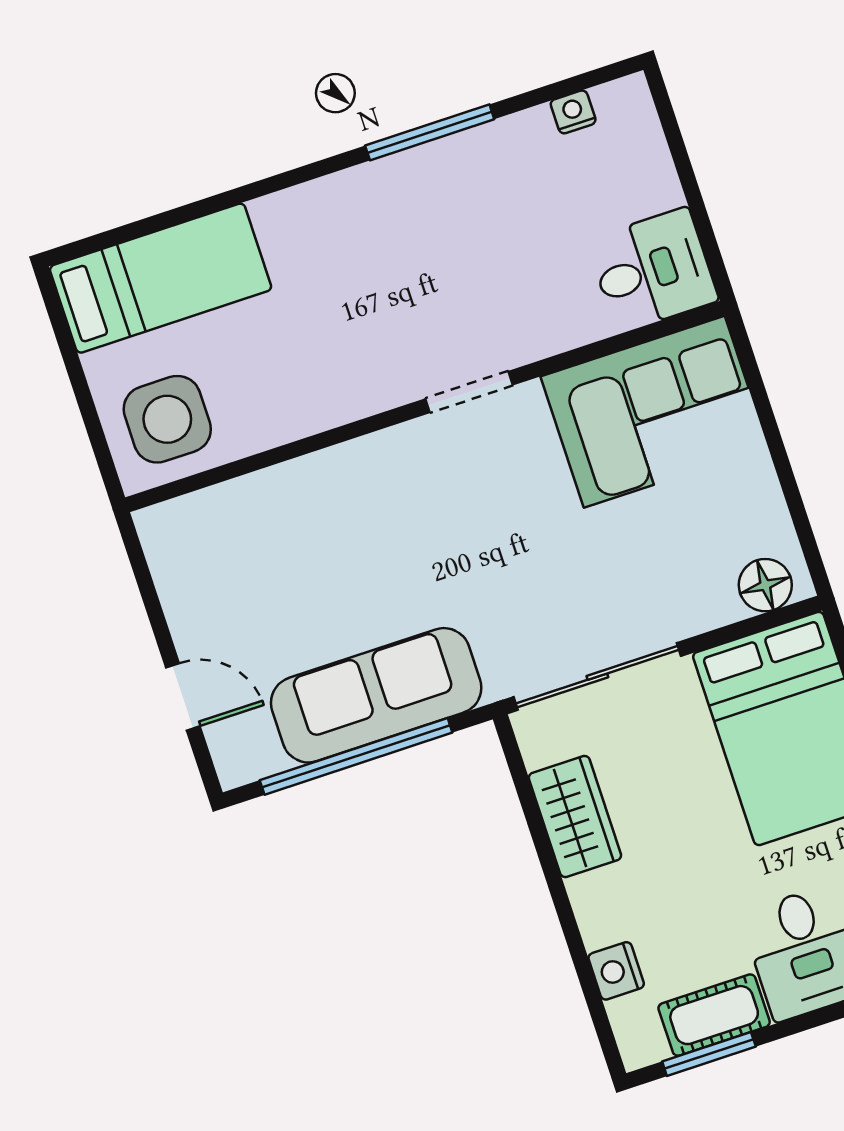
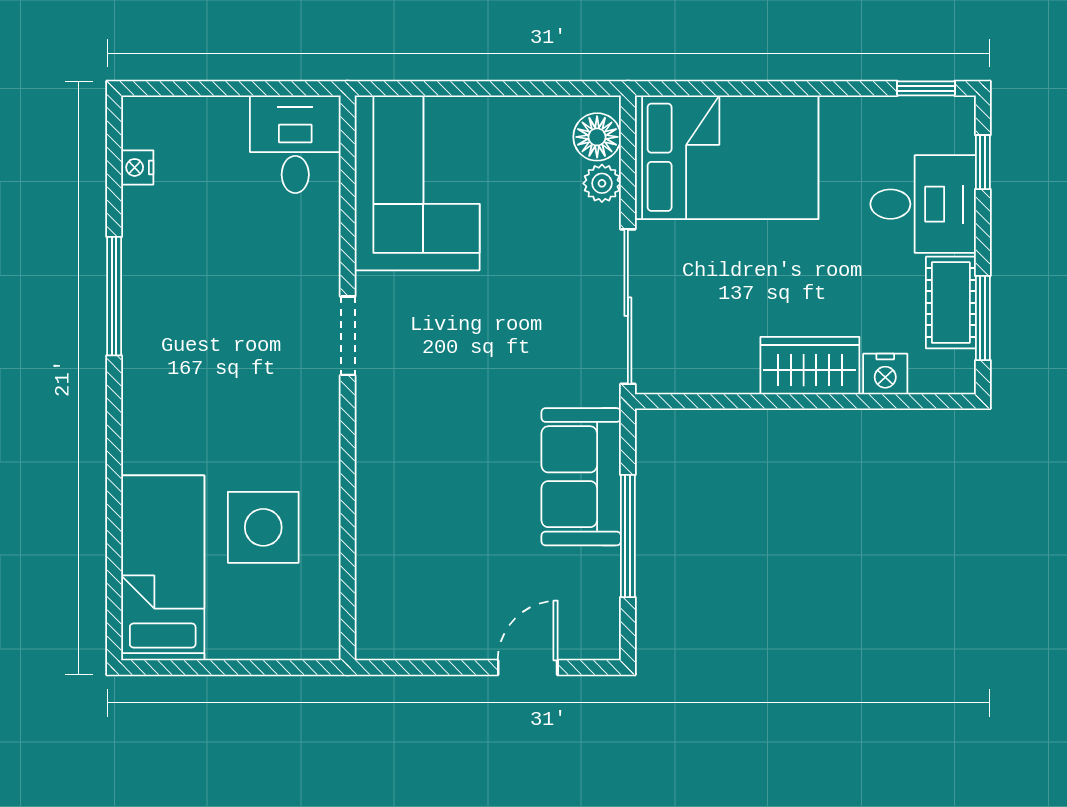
side table: (167, 419) -> (263, 527), moved
plant: (718, 606) -> (602, 183), added
sofa: (376, 695) -> (581, 477), width x0.73
window: (356, 756) -> (628, 536), width x0.68
wardrobe: (575, 817) -> (810, 366), moved

